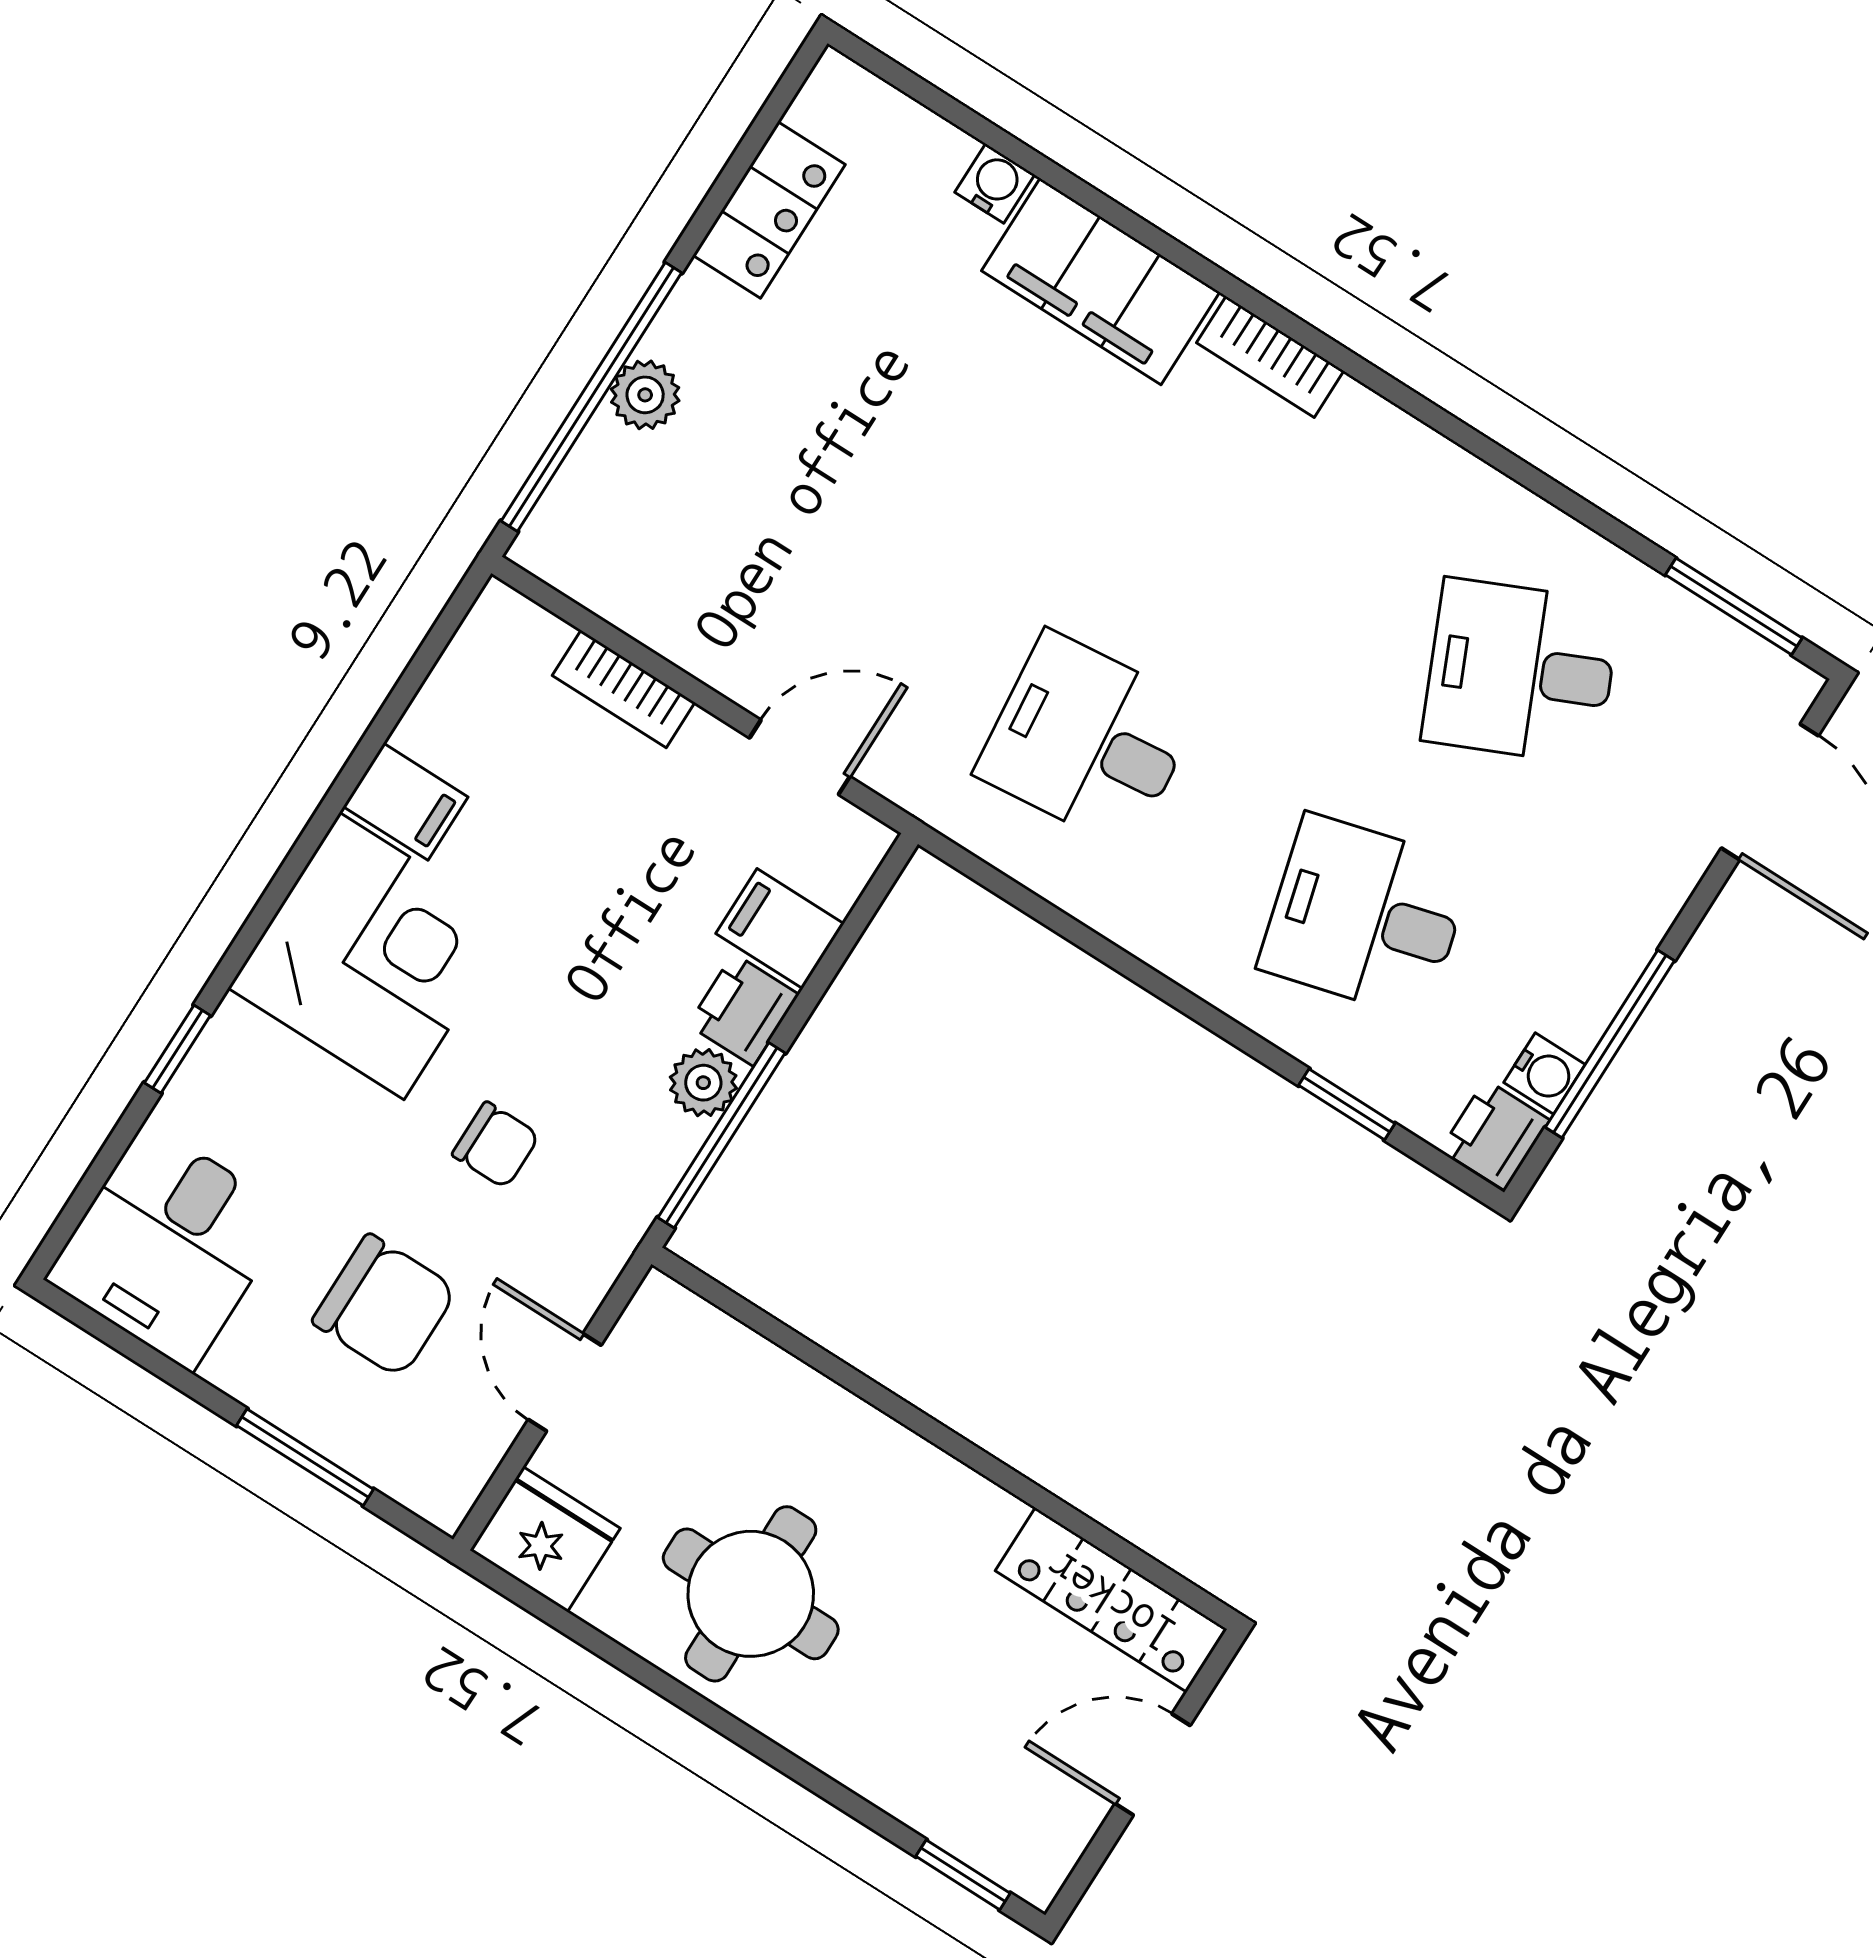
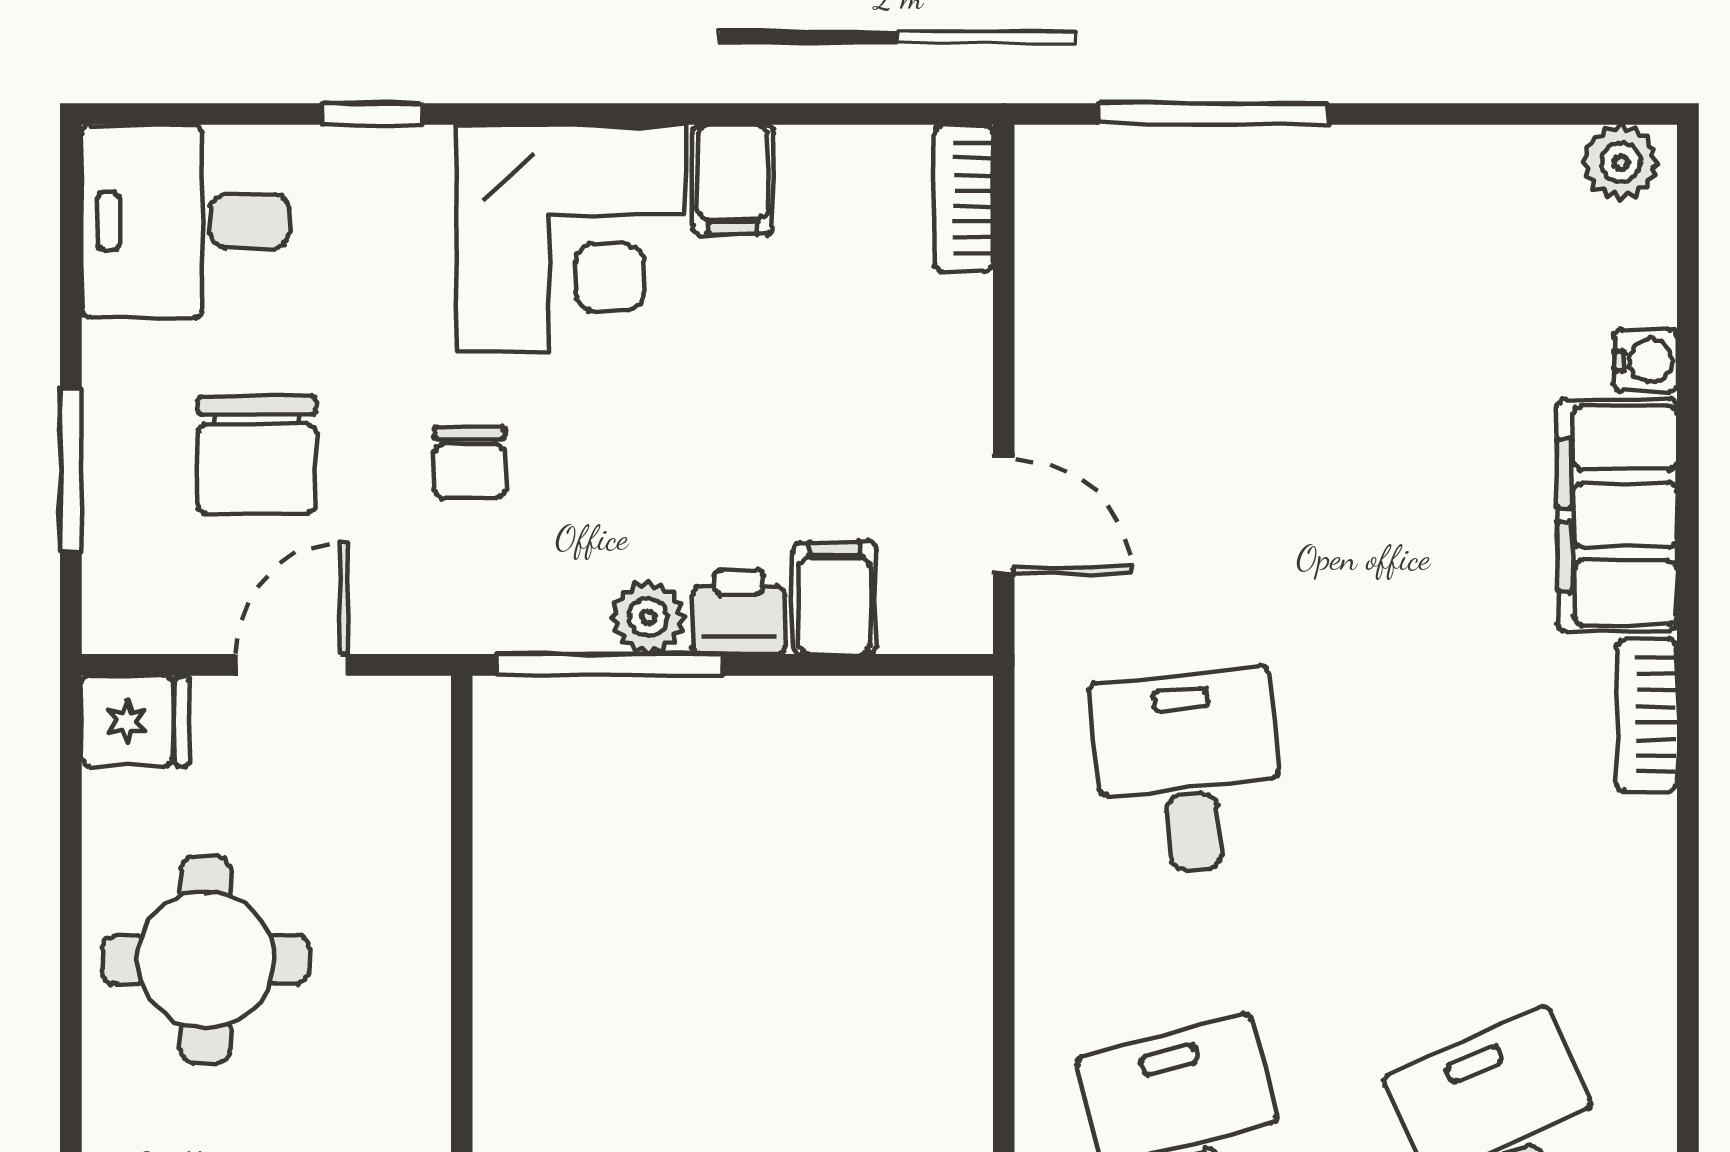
locker: (769, 210) -> (1489, 168), removed
plant: (645, 395) -> (1621, 162), moved
window: (591, 397) -> (1214, 114), width x0.68
bookcase: (624, 689) -> (964, 198), moved
fridge: (545, 1539) -> (136, 721), width x0.72

